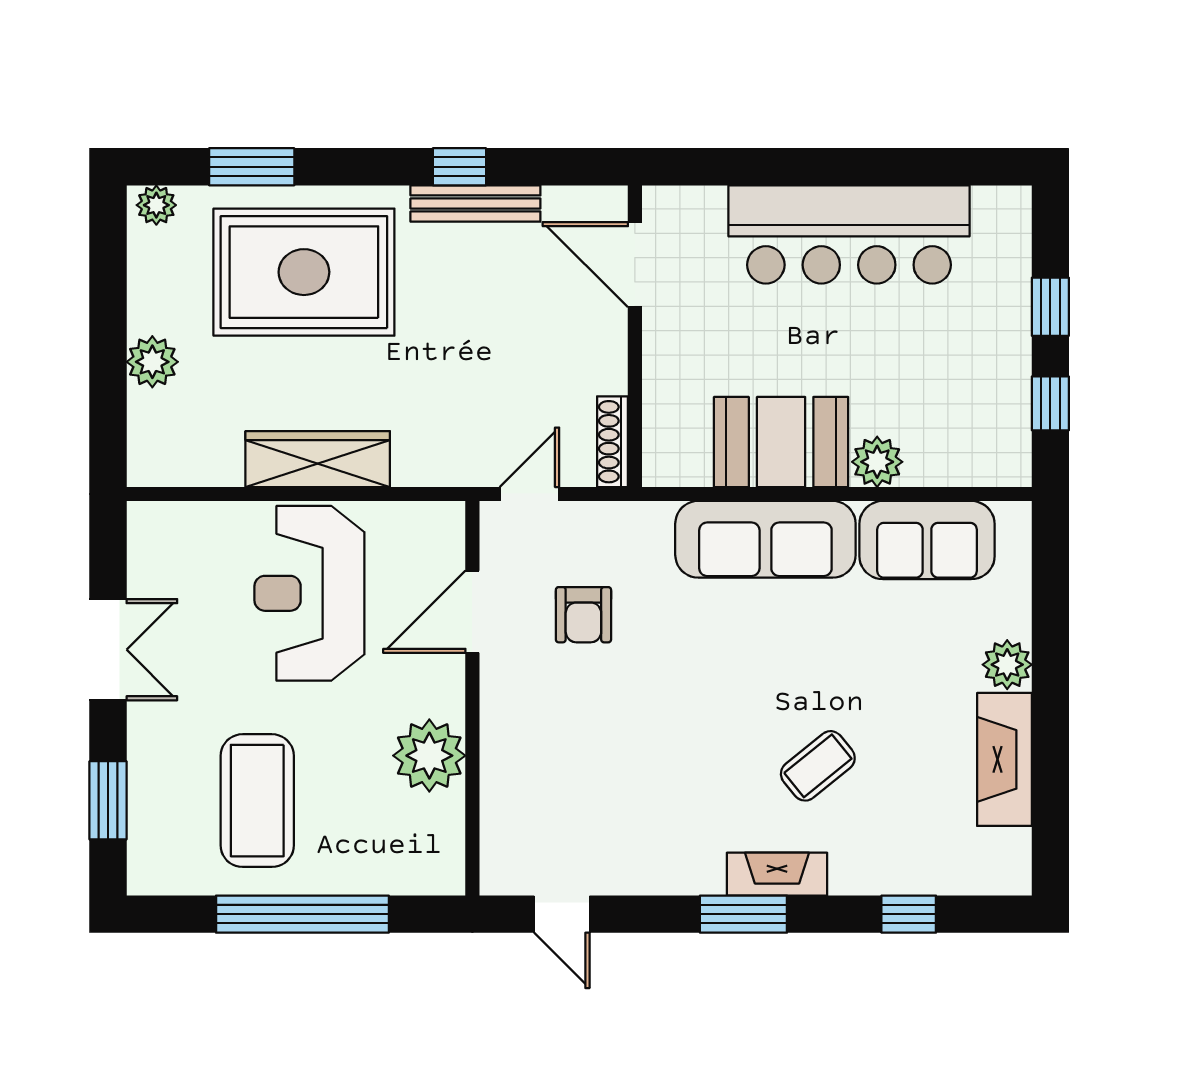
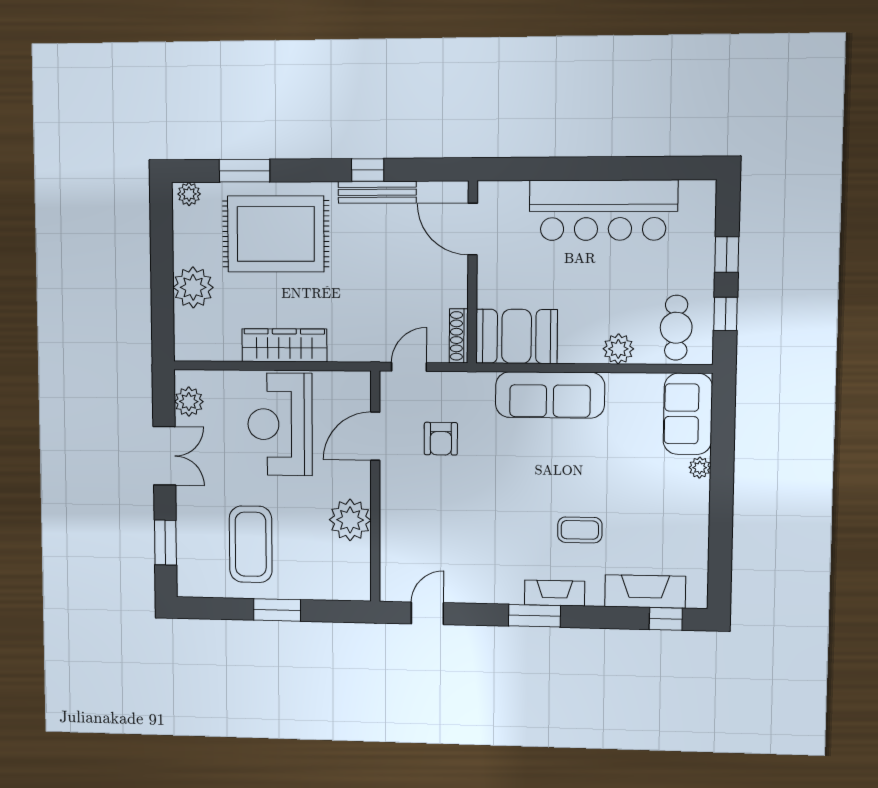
plant: (152, 362) -> (193, 287), width x1.36, depth x1.36
cafe table: (971, 426) -> (676, 328), added
booth: (781, 442) -> (517, 336), moved
sofa: (927, 540) -> (688, 414), moved, turned 90
plant: (152, 556) -> (189, 402), added
plant: (1007, 665) -> (700, 468), width x0.73, depth x0.73
fireplace: (1004, 759) -> (645, 591), moved, turned 90
coffee table: (818, 766) -> (580, 530), turned 39
window: (302, 914) -> (277, 610), width x0.47
door: (562, 914) -> (427, 613), swing flipped
window: (909, 914) -> (666, 619), moved

